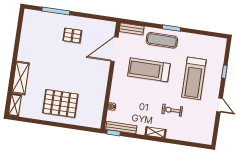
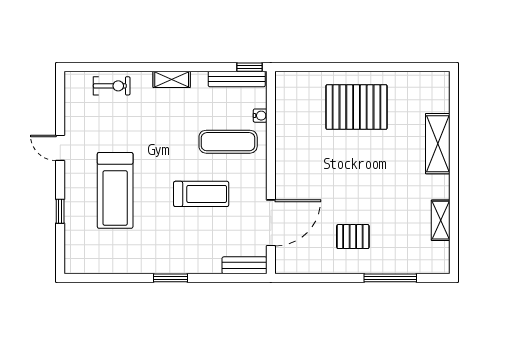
exercise mat: (162, 40) -> (228, 142), moved
treadmill: (149, 70) -> (201, 194), width x0.73, depth x0.73
treadmill: (194, 78) -> (115, 190), turned 180
shelving: (15, 105) -> (441, 220), moved
exercise bike: (172, 110) -> (112, 86), moved

